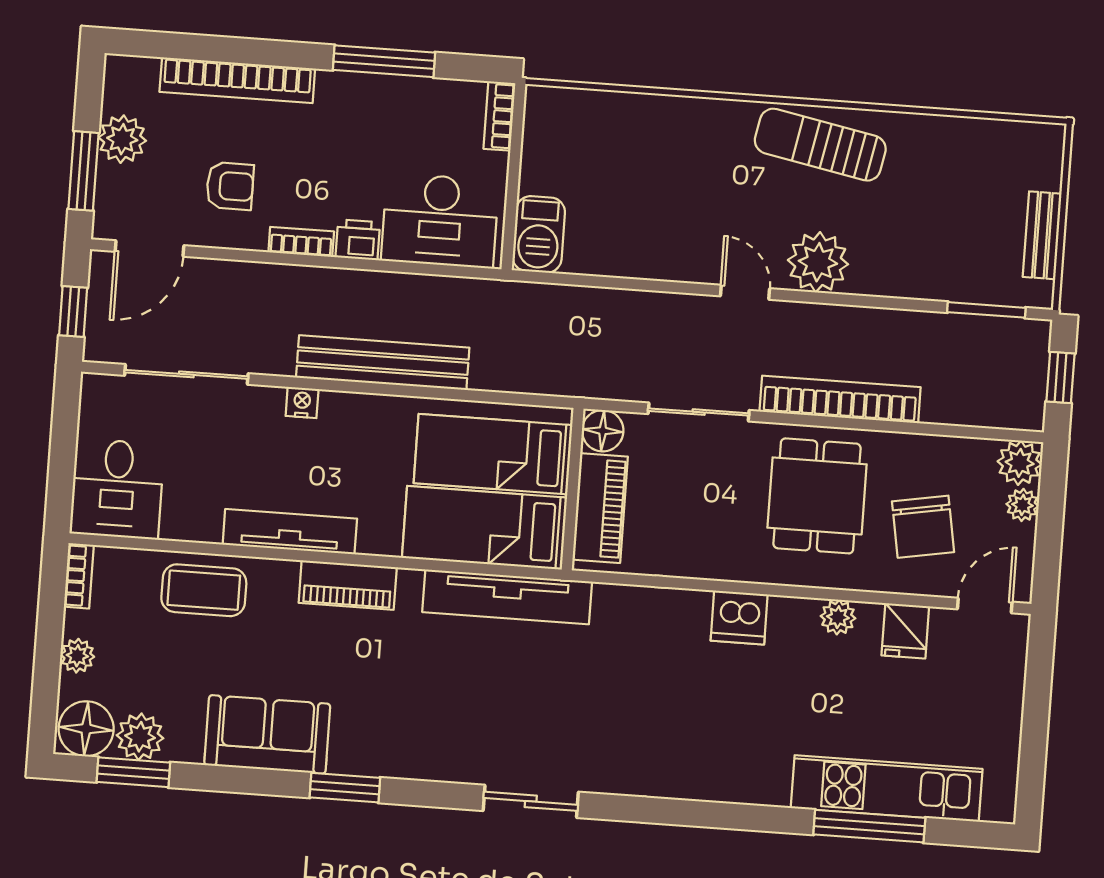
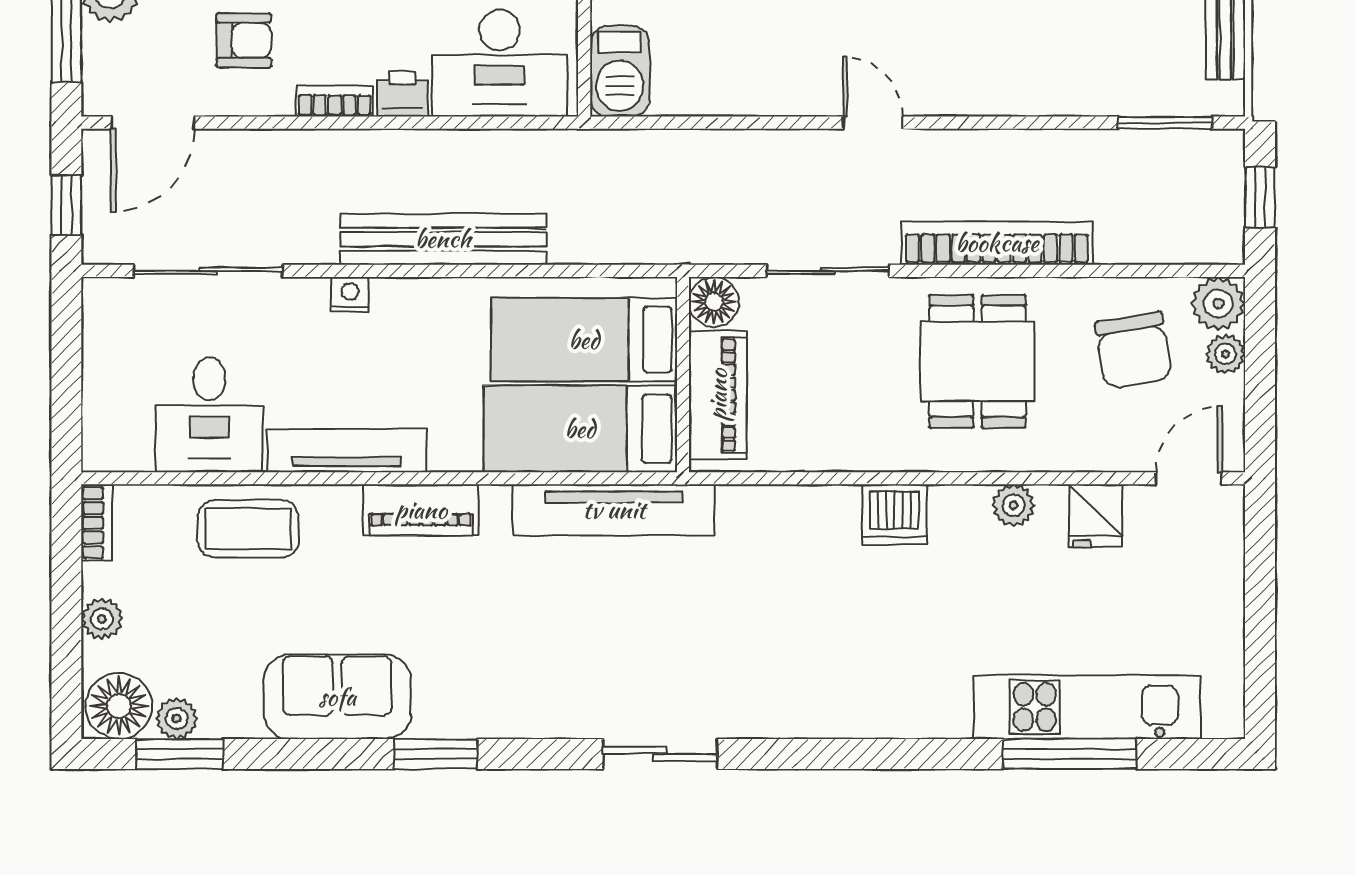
plant: (818, 262) -> (958, 80), removed
desk: (117, 489) -> (209, 415), moved
chair: (923, 527) -> (1134, 350), moved
plant: (140, 737) -> (177, 719), width x0.73, depth x0.73

